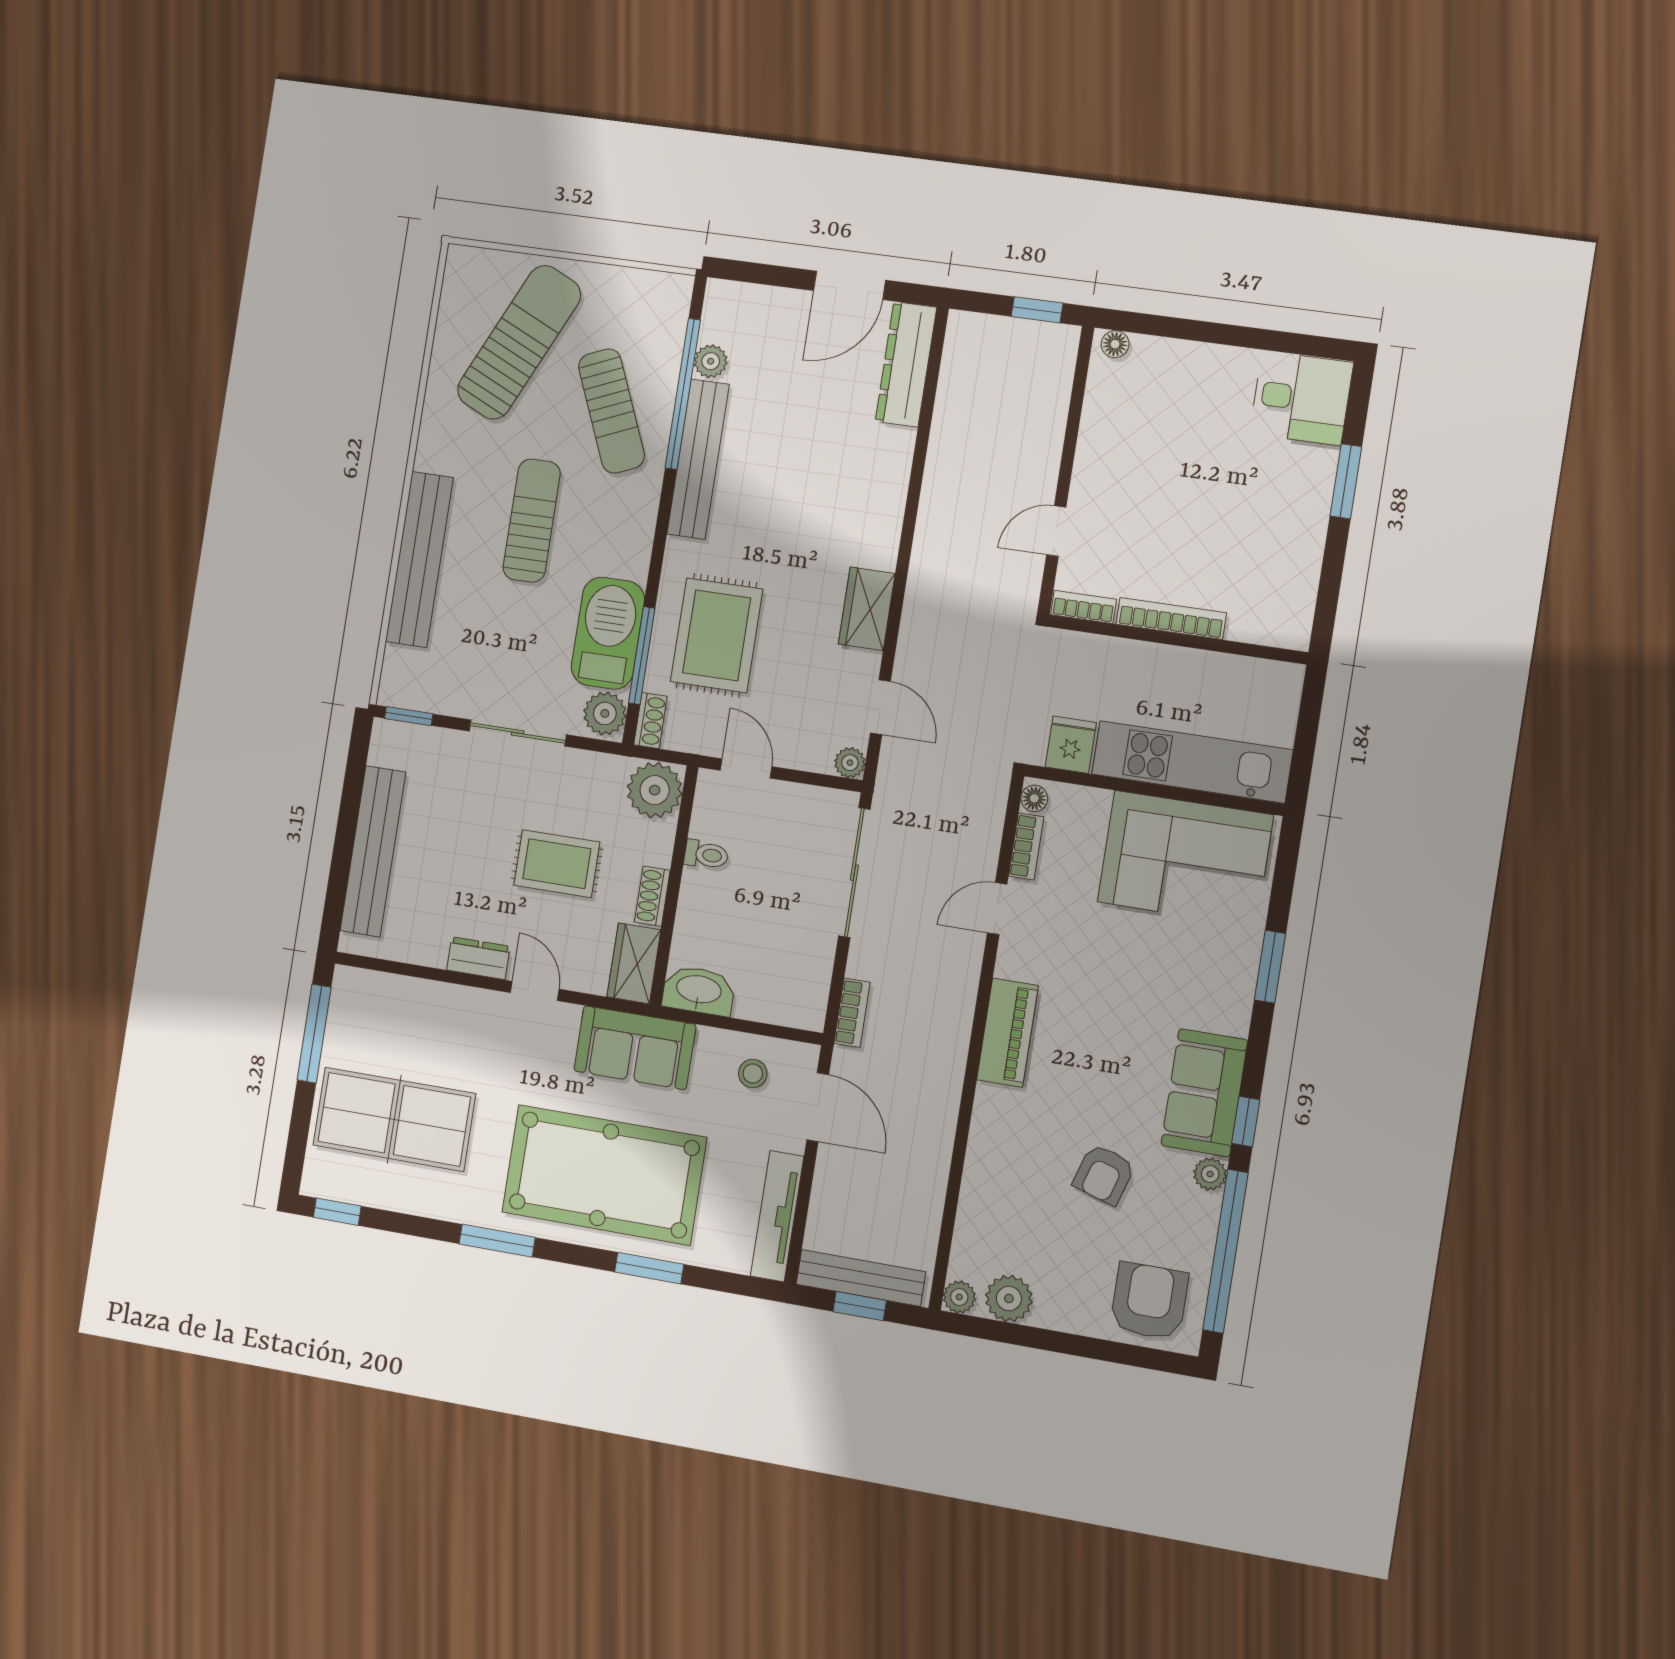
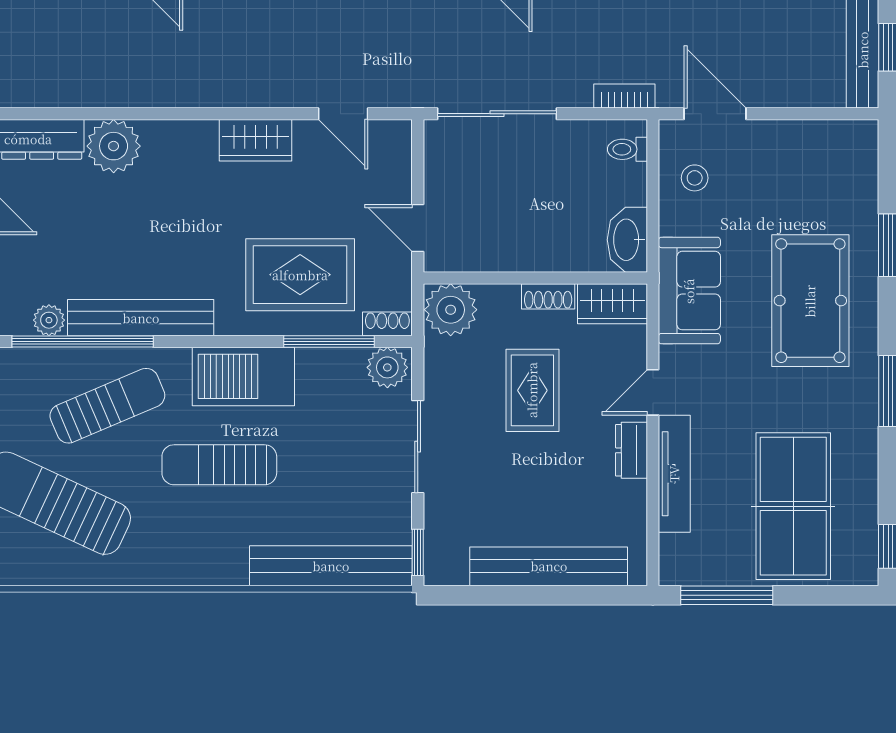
bench: (419, 560) -> (331, 566), moved
barbecue: (608, 633) -> (243, 376), moved
door: (880, 707) -> (343, 114), swing flipped
plant: (850, 763) -> (114, 146), moved, width x1.88, depth x1.88
door: (746, 768) -> (418, 228), hinge flipped
toilet: (706, 855) -> (627, 149), moved, turned -90
door: (818, 1107) -> (715, 114), hinge flipped
pool table: (604, 1175) -> (810, 301), width x0.73, depth x0.76
tv unit: (777, 1216) -> (674, 474), moved, turned -90

